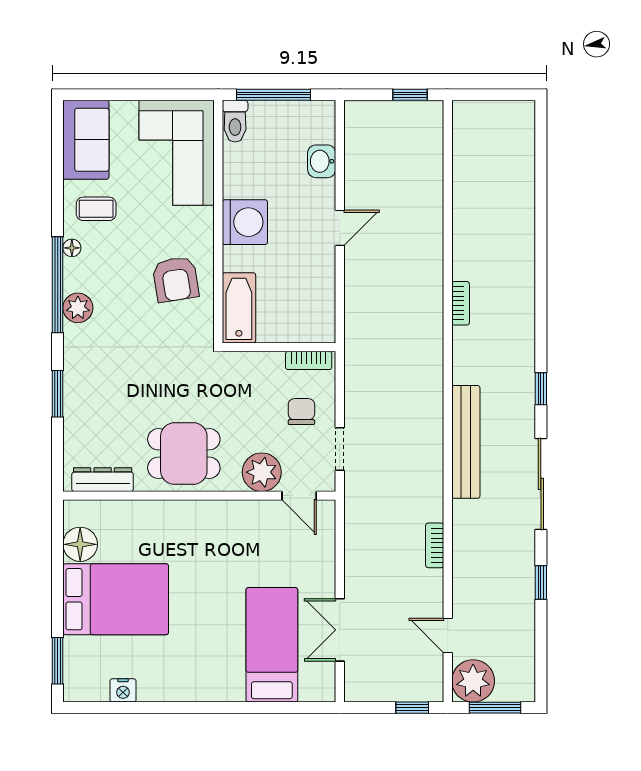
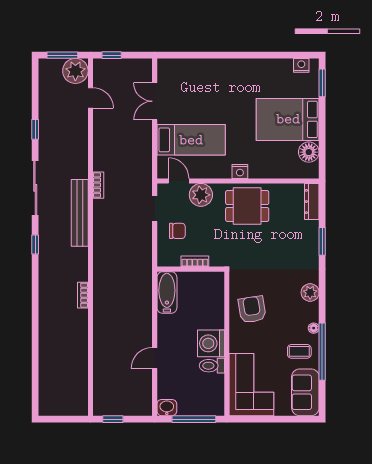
toilet: (235, 121) -> (212, 366), moved, turned -90
washbasin: (322, 161) -> (167, 408), moved, turned -90
door: (340, 228) -> (155, 358), moved
window: (58, 285) -> (322, 352), moved
bathtub: (239, 308) -> (167, 292), moved, turned 180
bookcase: (309, 360) -> (195, 261), moved
chair: (301, 412) -> (177, 231), turned -90
dresser: (103, 480) -> (312, 202), moved, turned 90
nightstand: (196, 512) -> (240, 171), added
bookcase: (435, 545) -> (98, 185), moved
double door: (340, 630) -> (155, 101), swing flipped
bed: (272, 645) -> (191, 140), moved, turned -90
nightstand: (123, 690) -> (301, 65), moved

